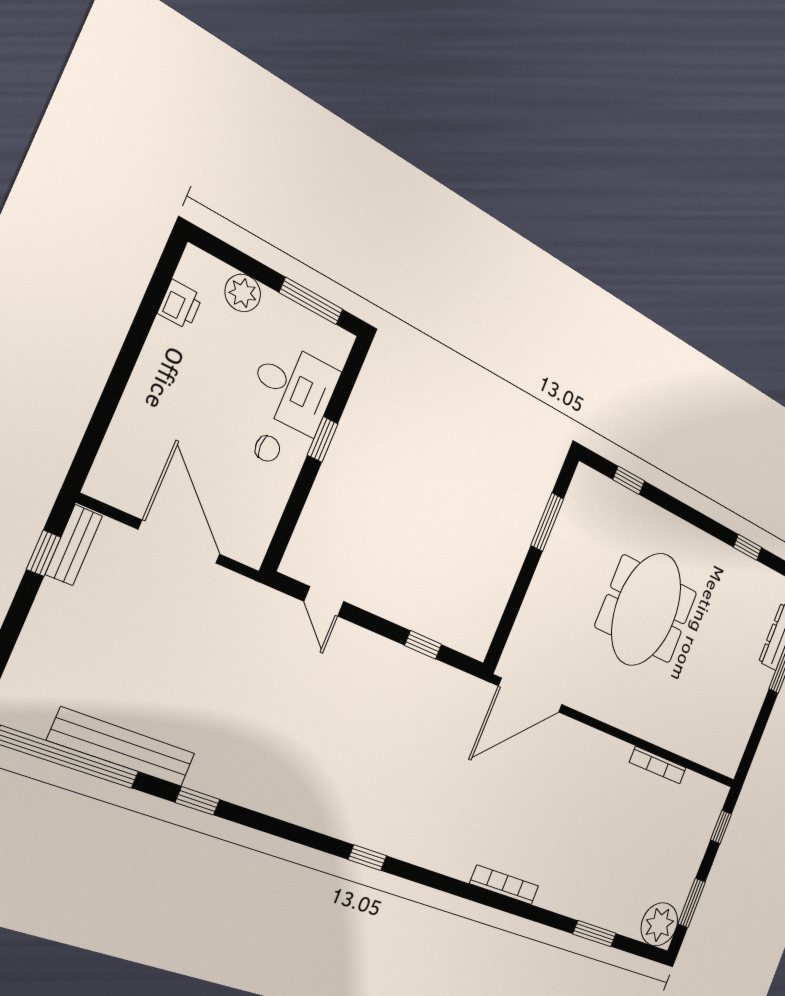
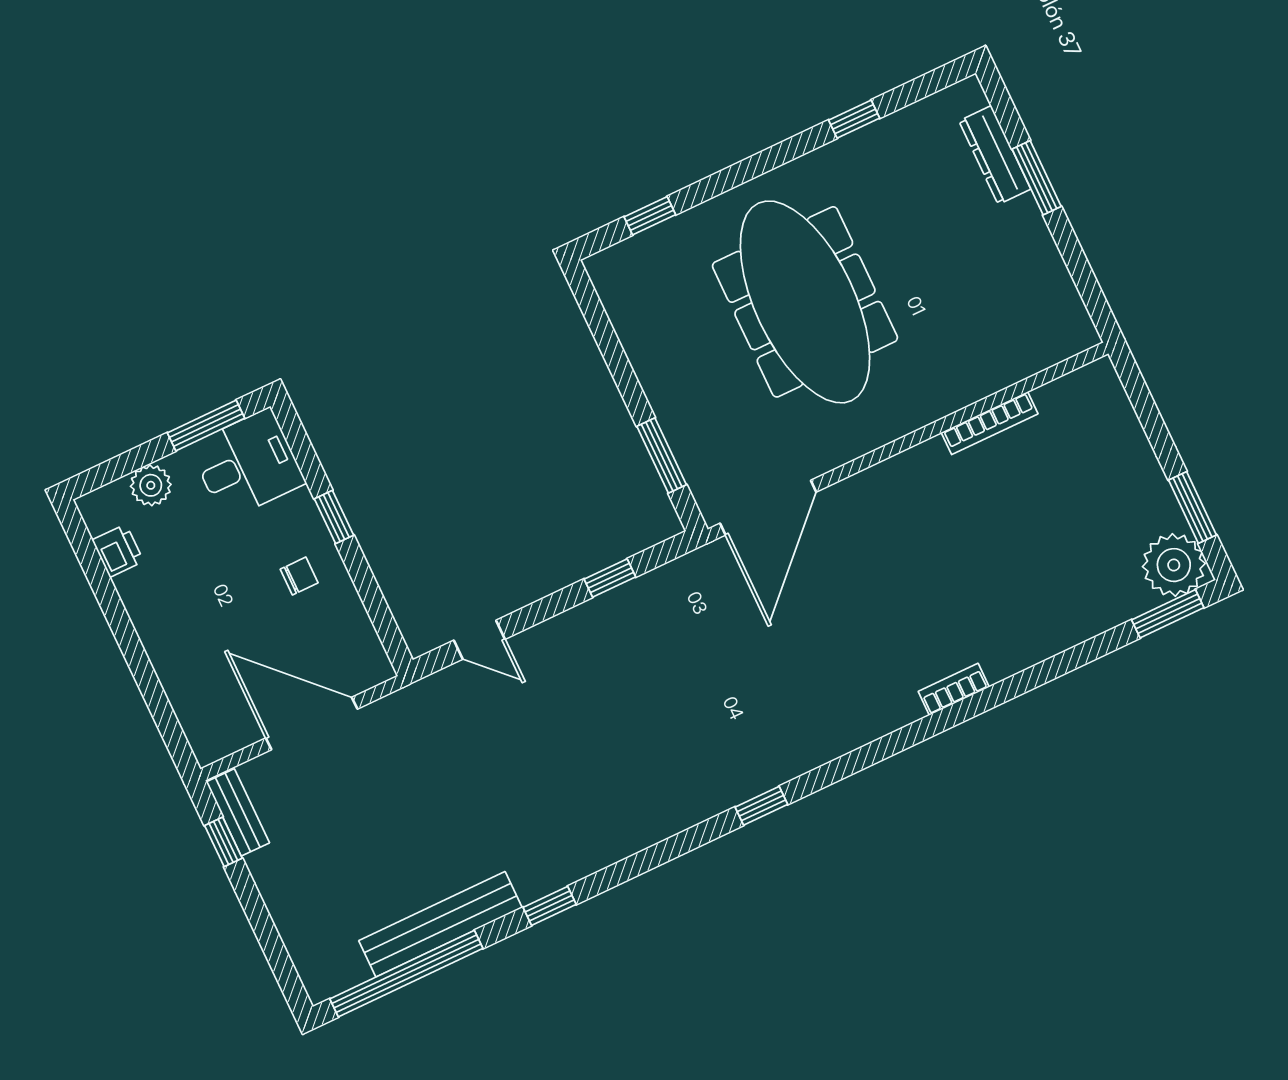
desk: (294, 388) -> (247, 464), moved
window: (547, 522) -> (662, 456), moved
meeting table: (646, 609) -> (805, 302), width x1.36
window: (721, 827) -> (1142, 402), removed
bookcase: (504, 885) -> (954, 689), width x0.64
window: (595, 934) -> (1168, 614), moved

